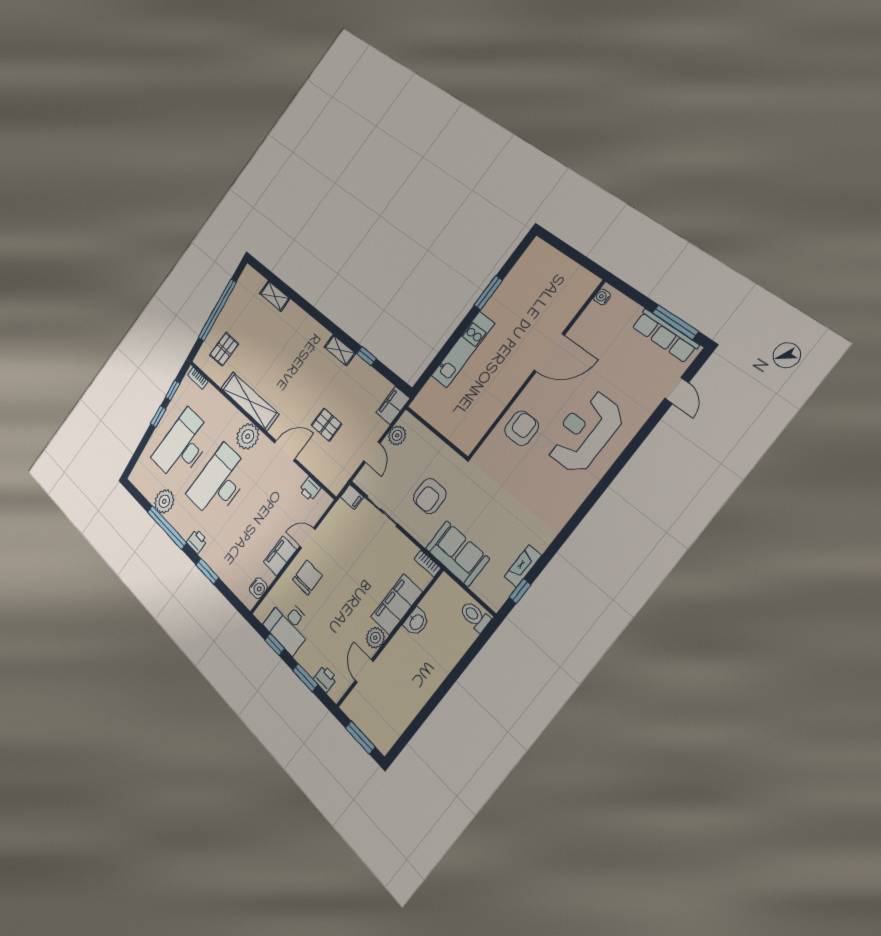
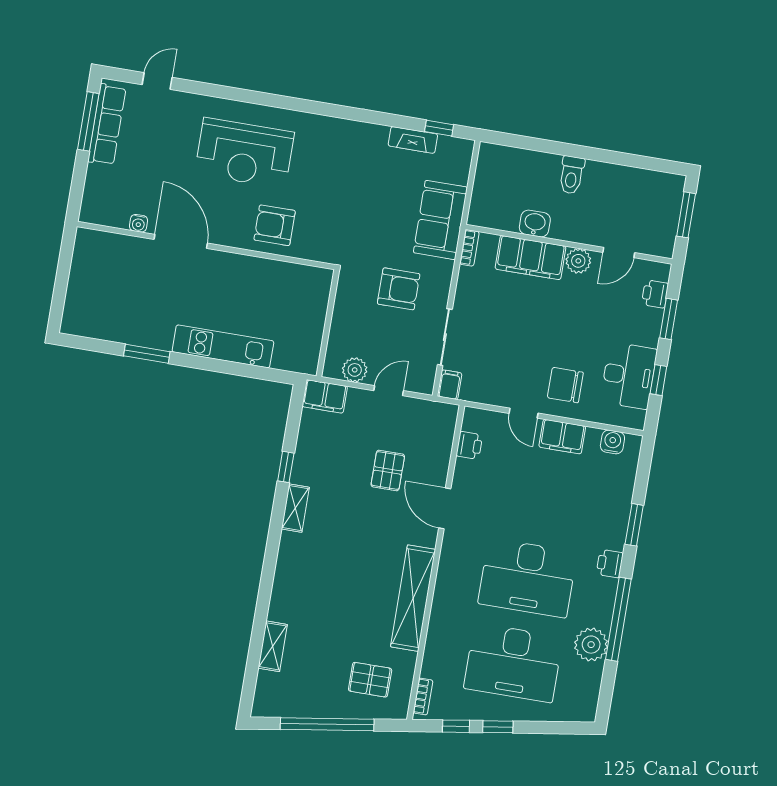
water cooler: (602, 297) -> (139, 223), moved
plant: (248, 436) -> (455, 573), removed
toilet: (475, 616) -> (572, 175), moved

